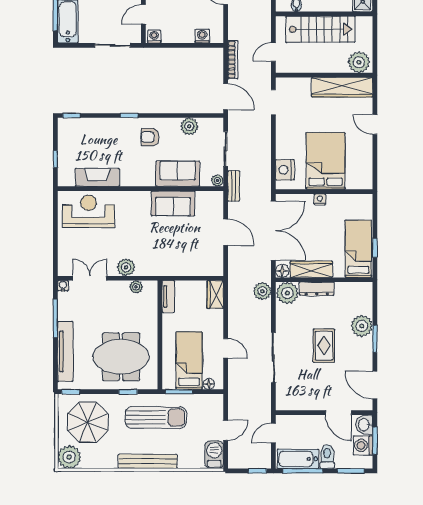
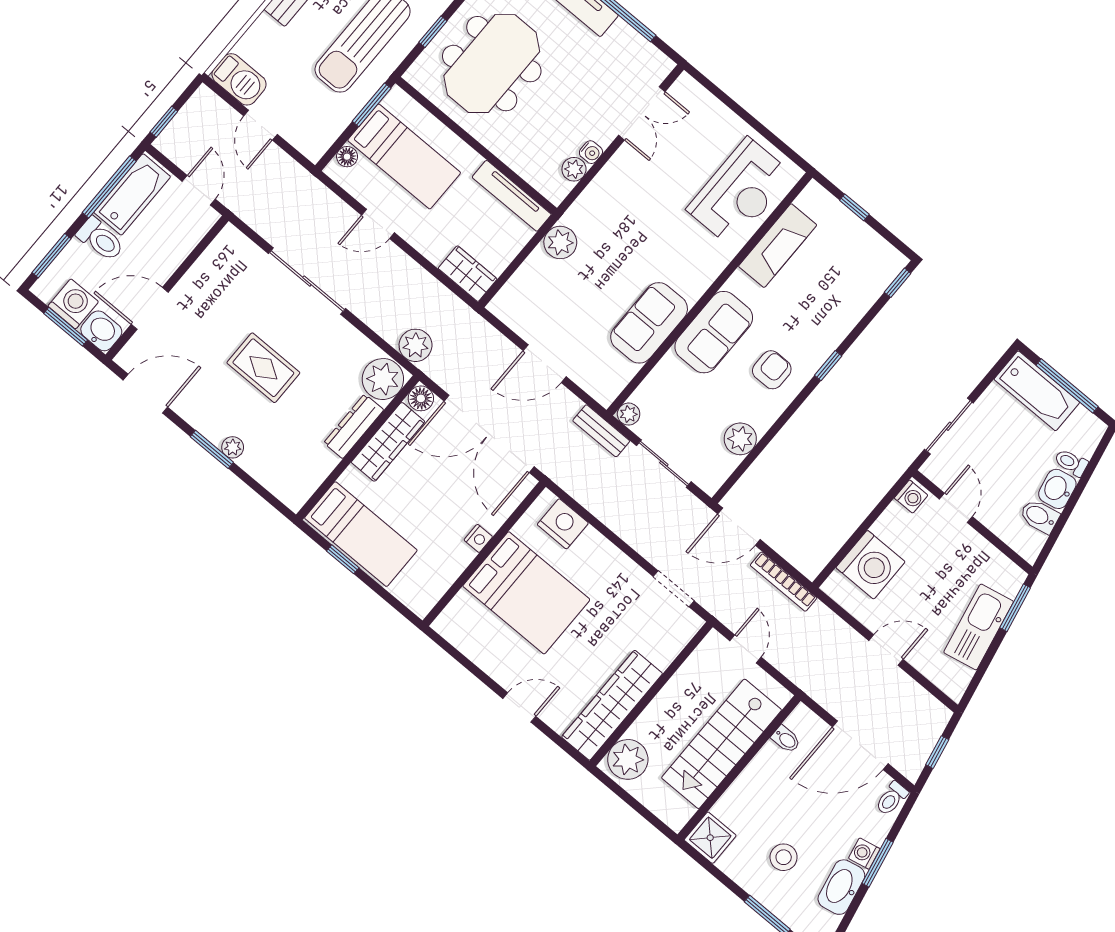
washing machine: (202, 36) -> (871, 565), width x1.89, depth x1.89
sofa: (178, 174) -> (714, 332), moved
plant: (126, 267) -> (560, 242), moved
water cooler: (63, 286) -> (591, 152), moved
tv unit: (168, 297) -> (512, 196), width x1.41
plant: (362, 326) -> (233, 447), width x0.53, depth x0.53

